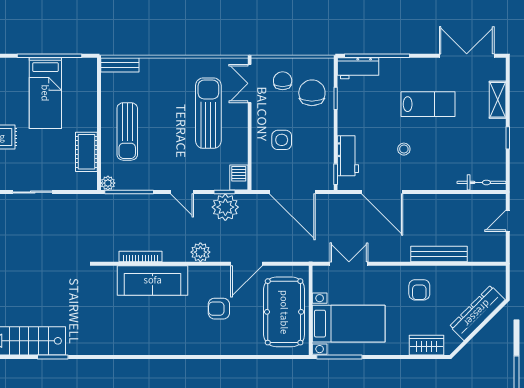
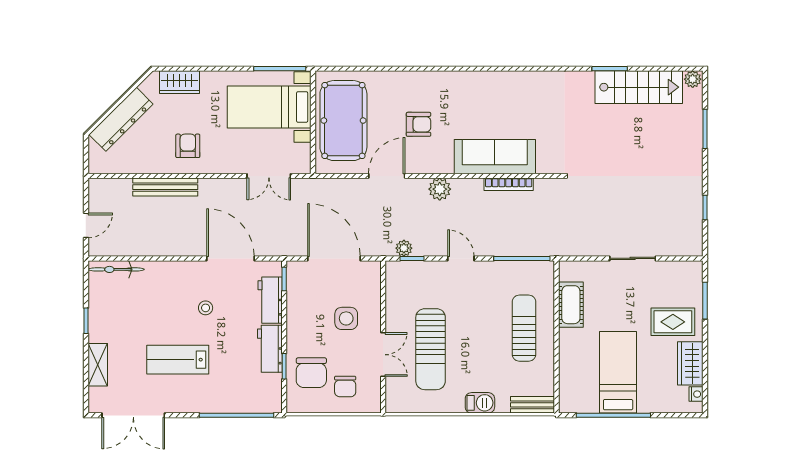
workbench: (358, 68) -> (270, 349), moved, turned -90
double door: (250, 83) -> (383, 355), moved
barbecue: (239, 178) -> (480, 403), moved, turned -90
plant: (108, 183) -> (546, 269), removed
plant: (225, 207) -> (404, 248), width x0.53, depth x0.53

